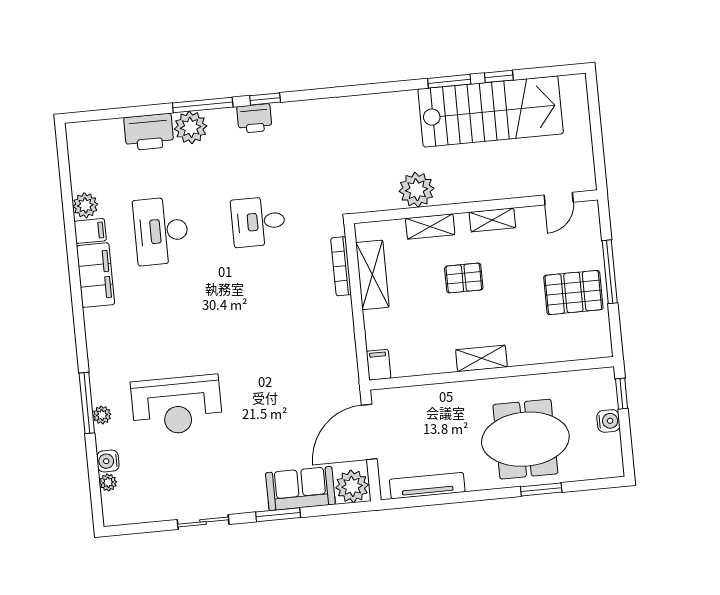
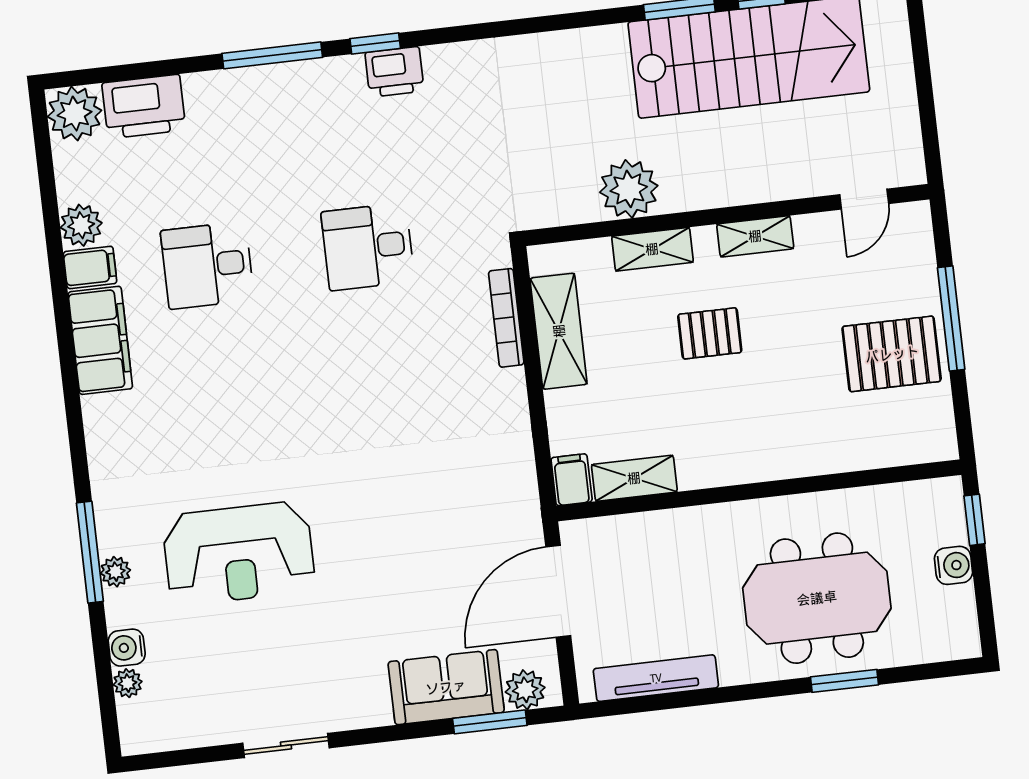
printer: (254, 118) -> (394, 72), moved
plant: (191, 127) -> (75, 114), moved
printer: (149, 132) -> (144, 106), moved
desk: (161, 231) -> (207, 265), width x0.73
shelving: (481, 358) -> (634, 478), moved
plant: (352, 486) -> (525, 690), width x0.73, depth x0.73
window: (278, 515) -> (490, 722), moved

